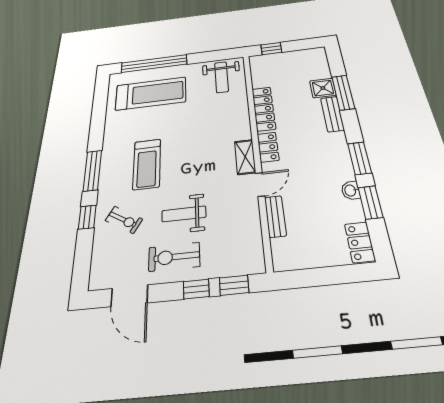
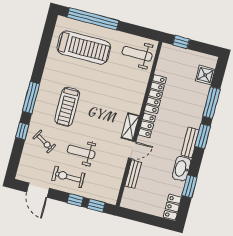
weight bench: (221, 77) -> (137, 54), turned 90
shower: (323, 88) -> (205, 75), moved
bench: (332, 114) -> (190, 143), moved
window: (359, 158) -> (203, 136), moved
washbasin: (351, 190) -> (182, 169), width x1.91, depth x1.45

